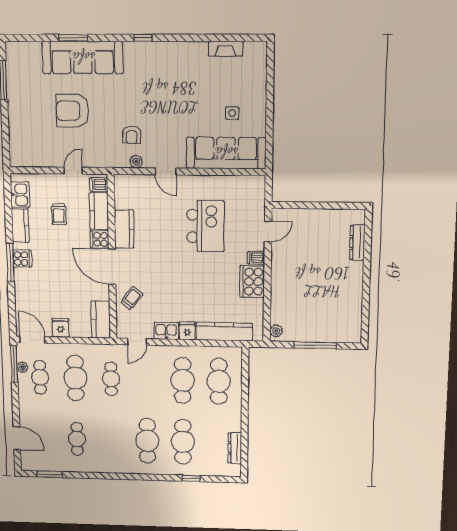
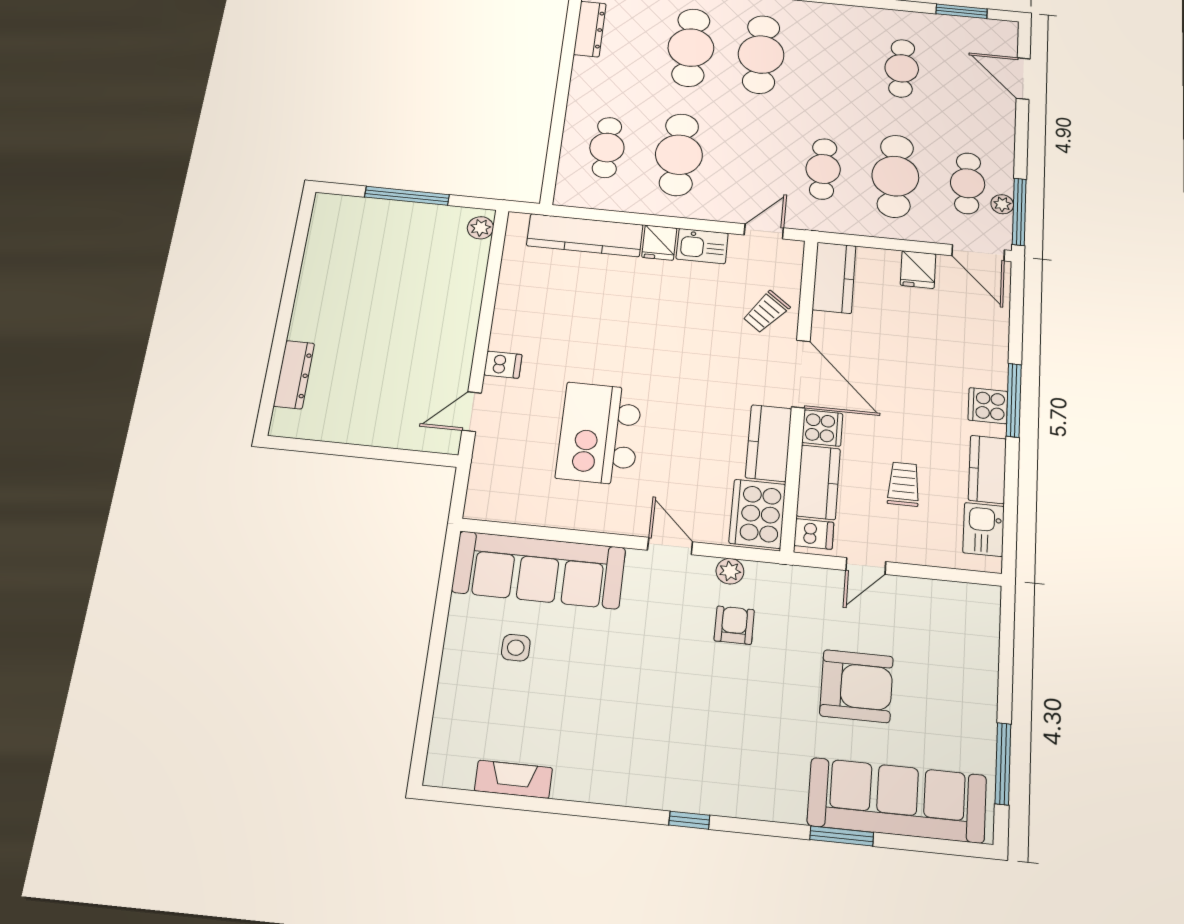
sofa: (83, 58) -> (897, 800), moved
cooker: (252, 282) -> (757, 514), moved, turned 180
cafe table: (219, 381) -> (607, 147), width x0.73, depth x0.74

